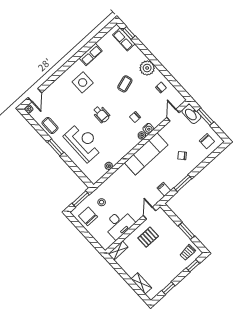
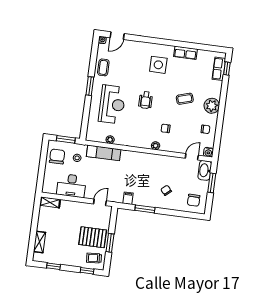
water cooler: (148, 129) -> (208, 152), moved
exam couch: (146, 154) -> (104, 153), moved, width x0.73, depth x0.69
pallet: (148, 237) -> (93, 237), moved, width x1.50, depth x1.42

